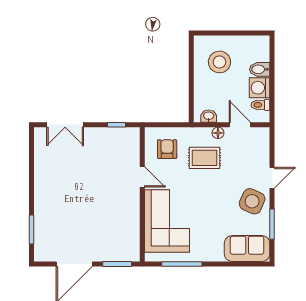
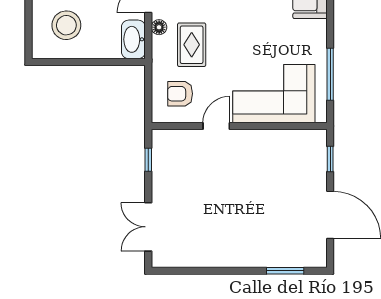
washbasin: (209, 116) -> (133, 39), width x1.91, depth x1.45
double door: (65, 125) -> (148, 227), swing flipped
window: (117, 264) -> (330, 159), width x0.67

